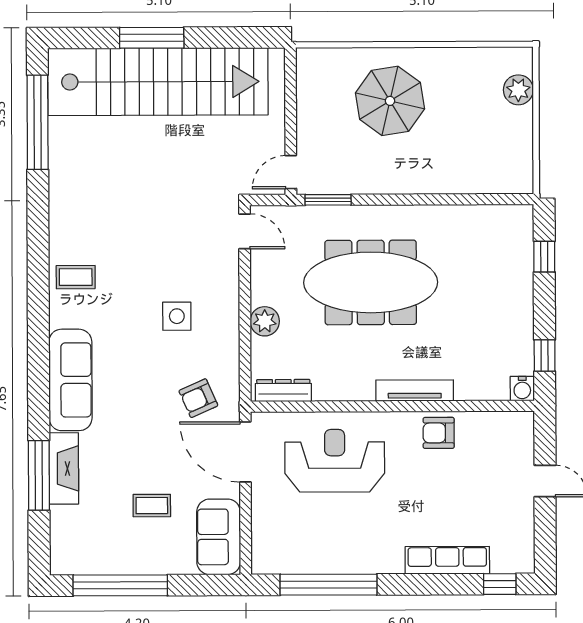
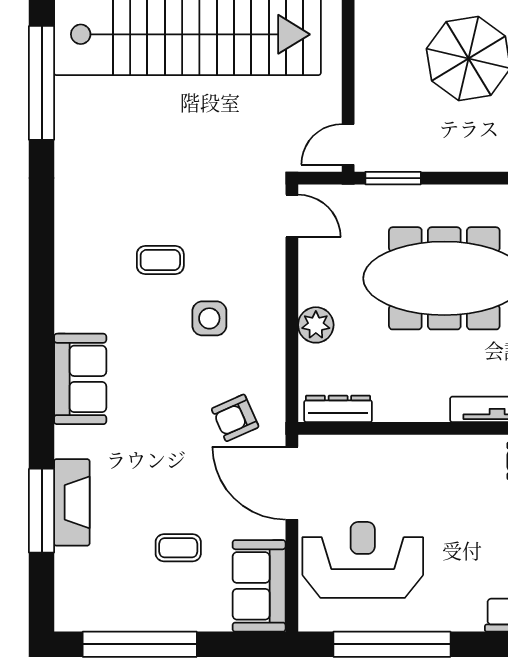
coffee table: (76, 277) -> (160, 260), moved
sofa: (70, 380) -> (80, 379), width x0.73
reception desk: (335, 461) -> (363, 560), moved

